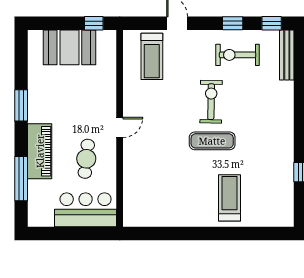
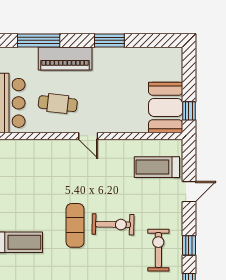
booth: (69, 47) -> (166, 107), moved

